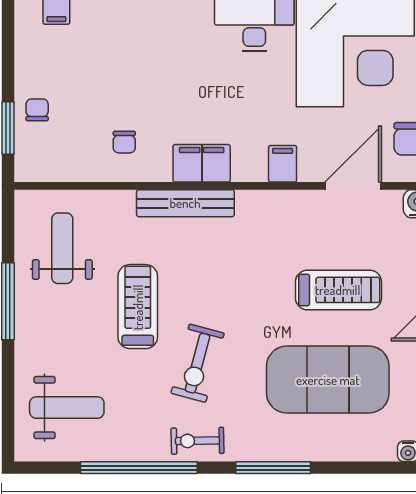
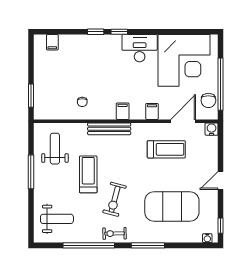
chair: (37, 110) -> (44, 88), removed
filing cabinet: (202, 163) -> (123, 111), width x0.50
treadmill: (338, 290) -> (166, 149), moved

